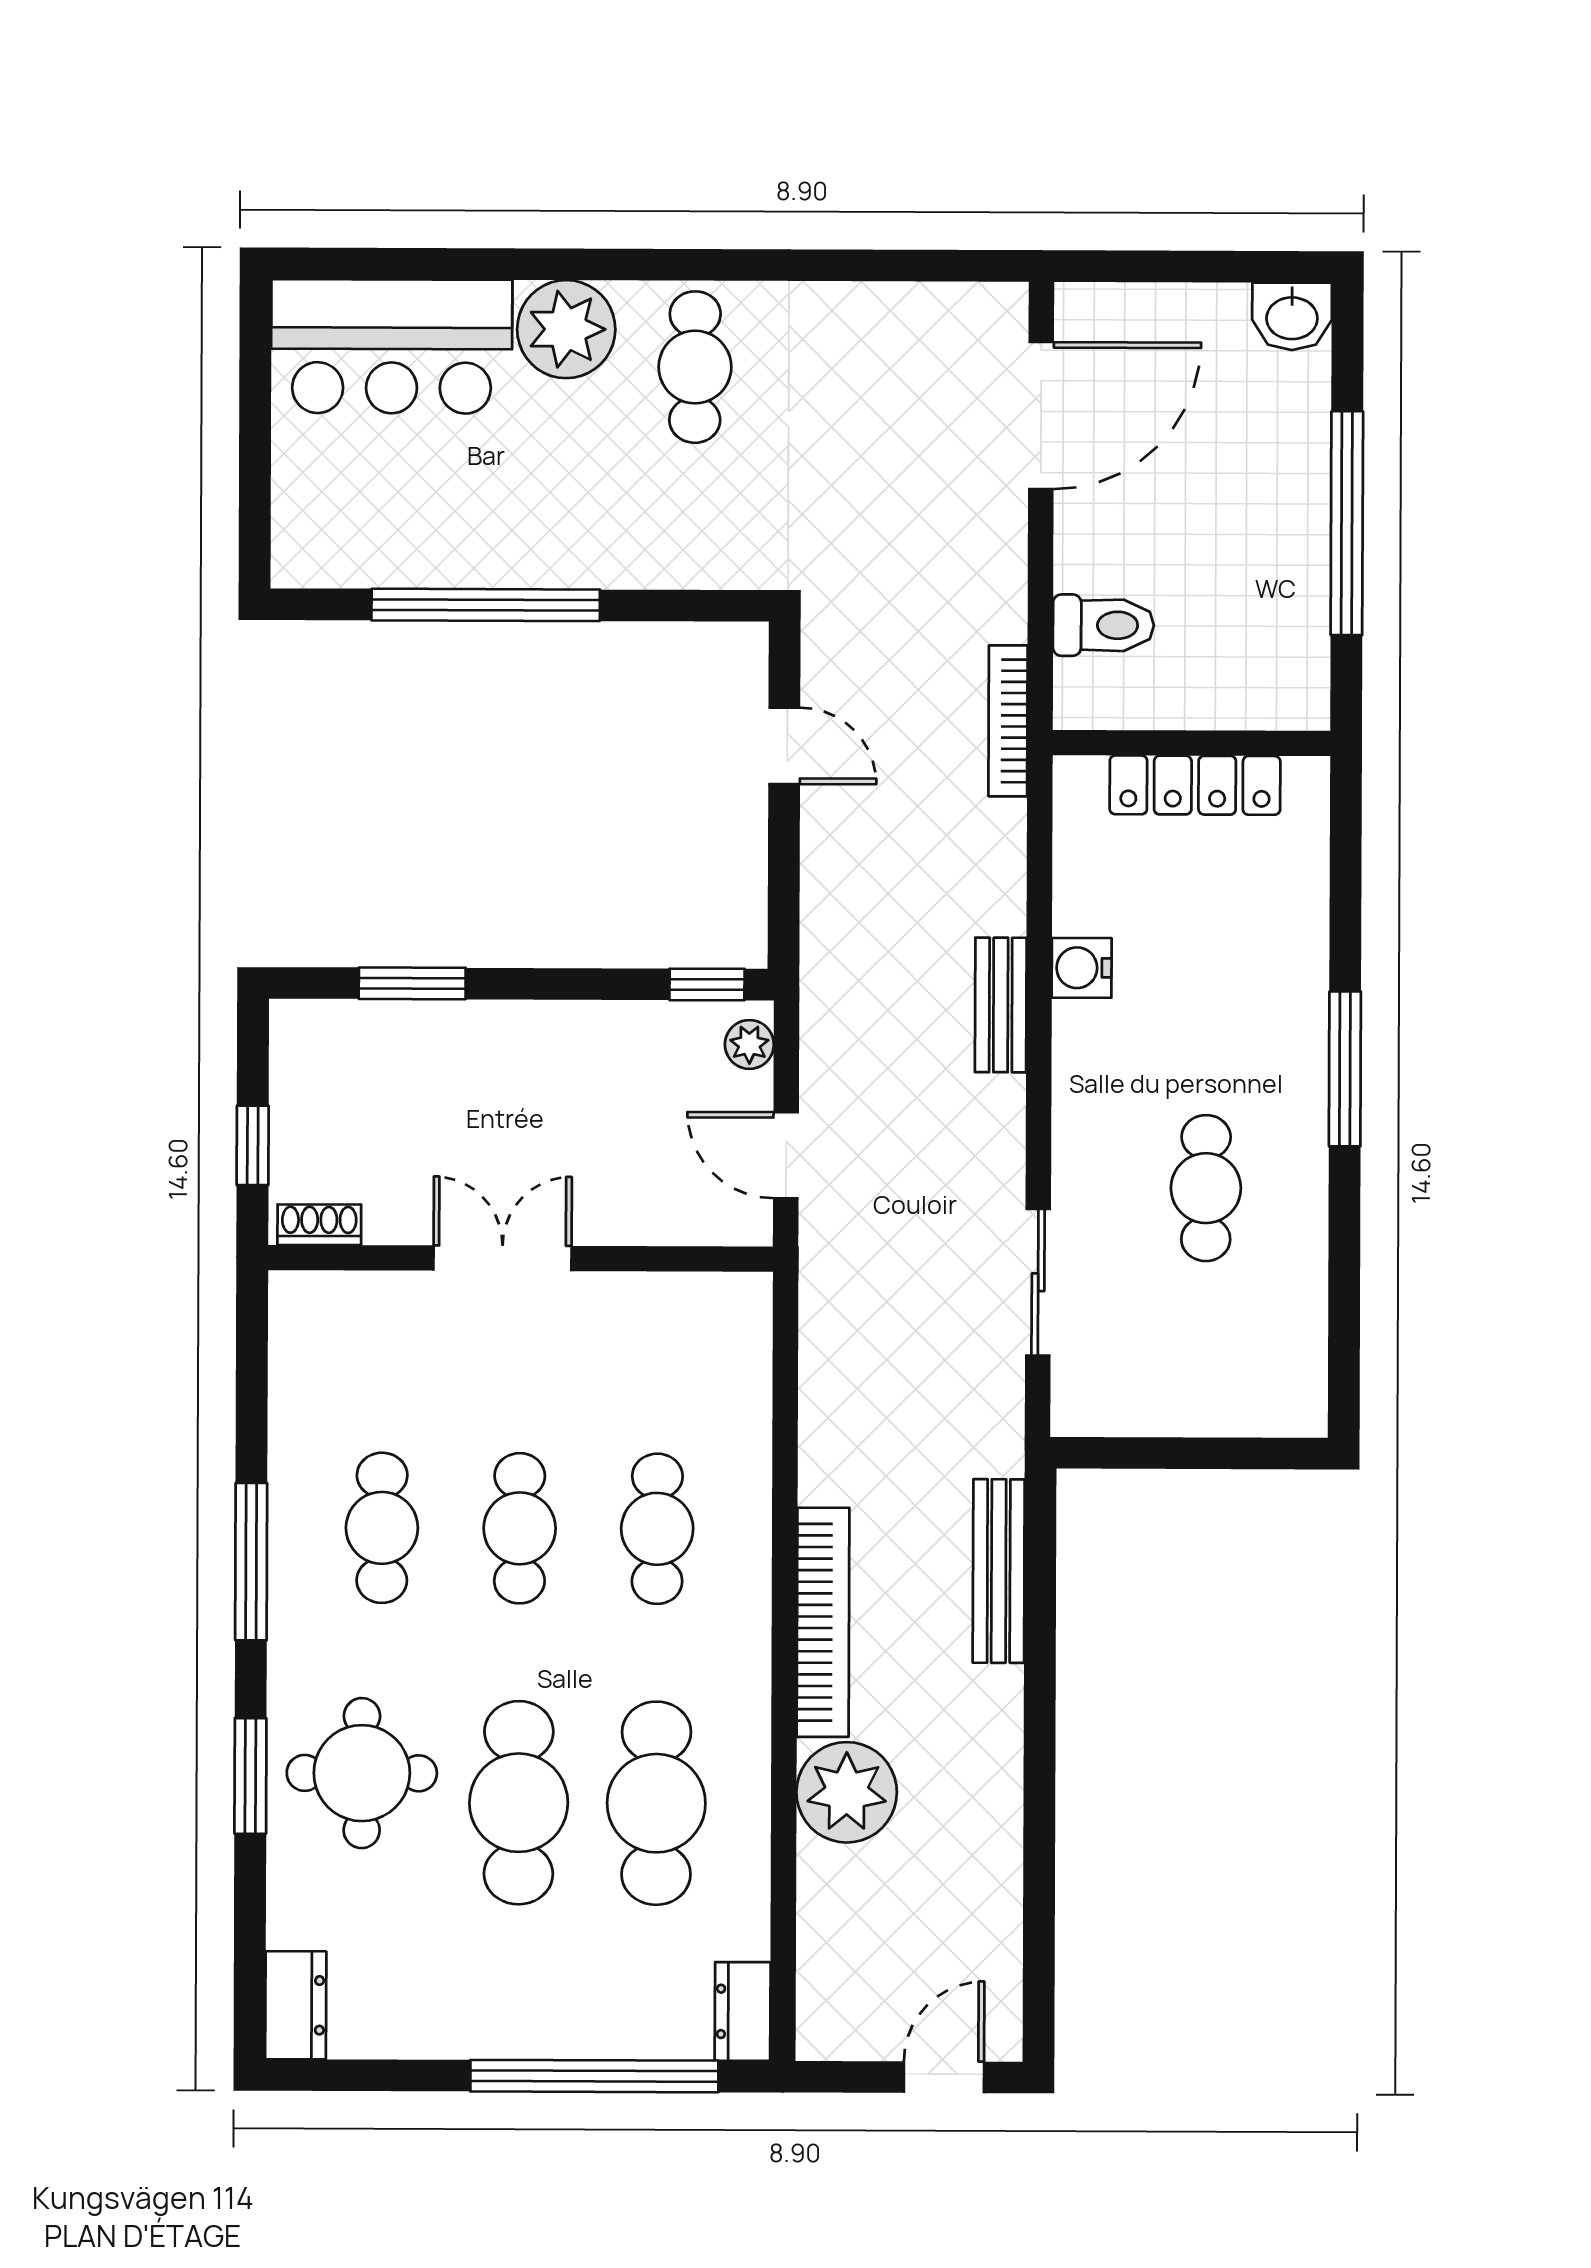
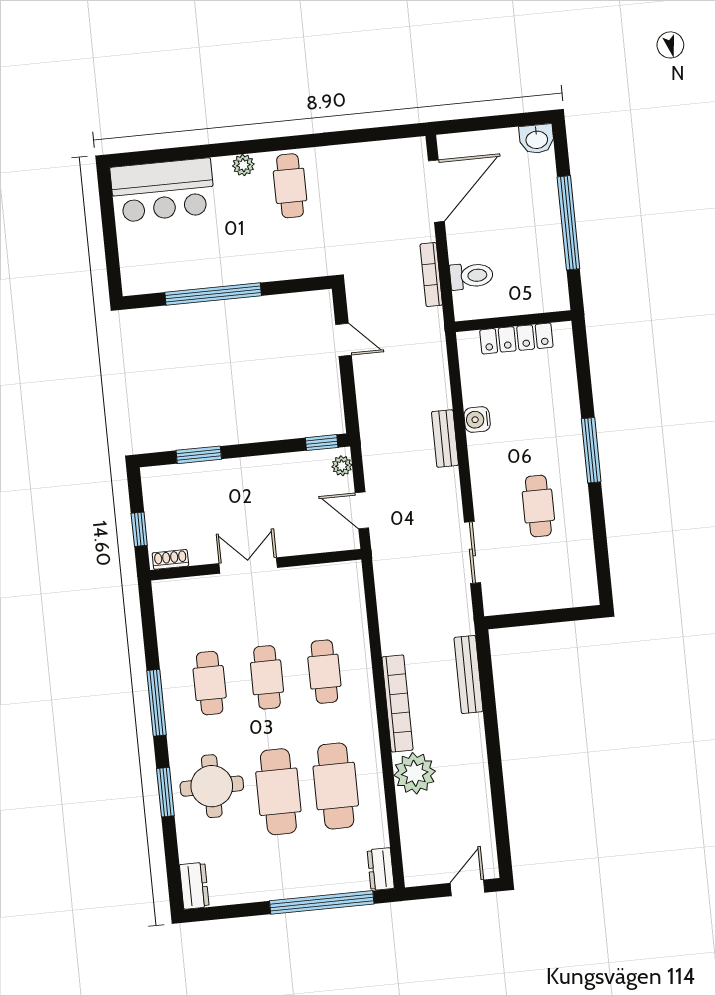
plant: (566, 329) -> (243, 165), width x0.53, depth x0.53
bookcase: (1008, 721) -> (431, 275), moved

